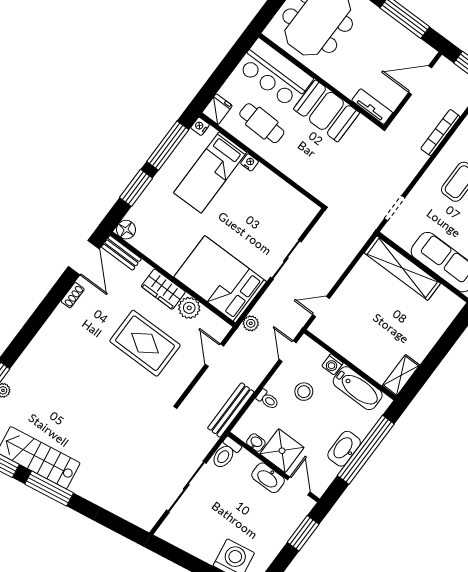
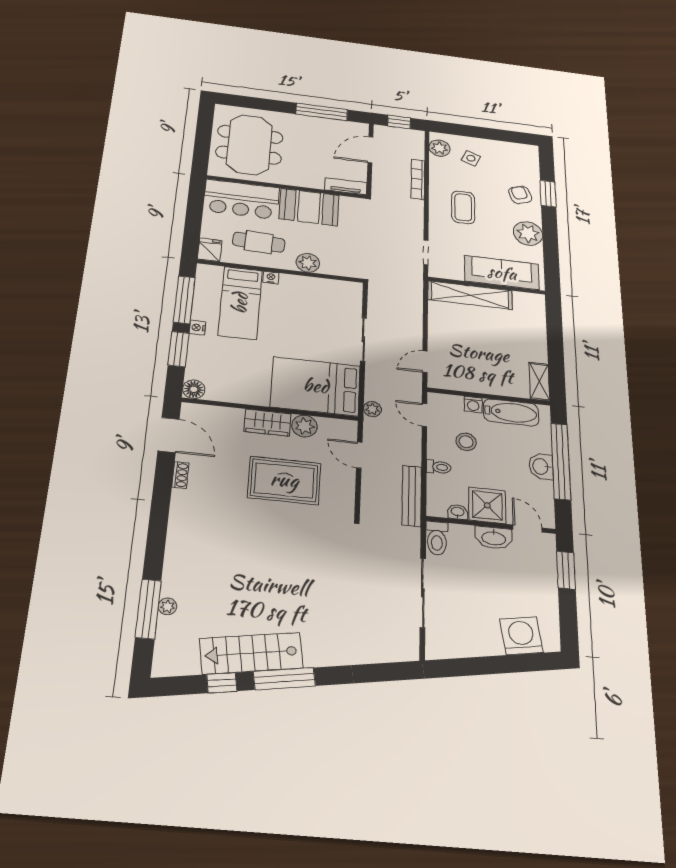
nightstand: (200, 126) -> (197, 328), moved
plant: (289, 165) -> (308, 263), added
bench: (121, 253) -> (203, 412), removed
washbasin: (344, 449) -> (541, 466), width x0.72

